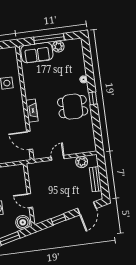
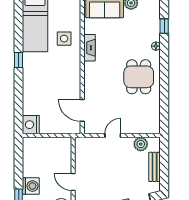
window: (93, 98) -> (164, 26), moved
dining table: (73, 107) -> (139, 77), turned 90
fireplace: (32, 111) -> (89, 48), moved

